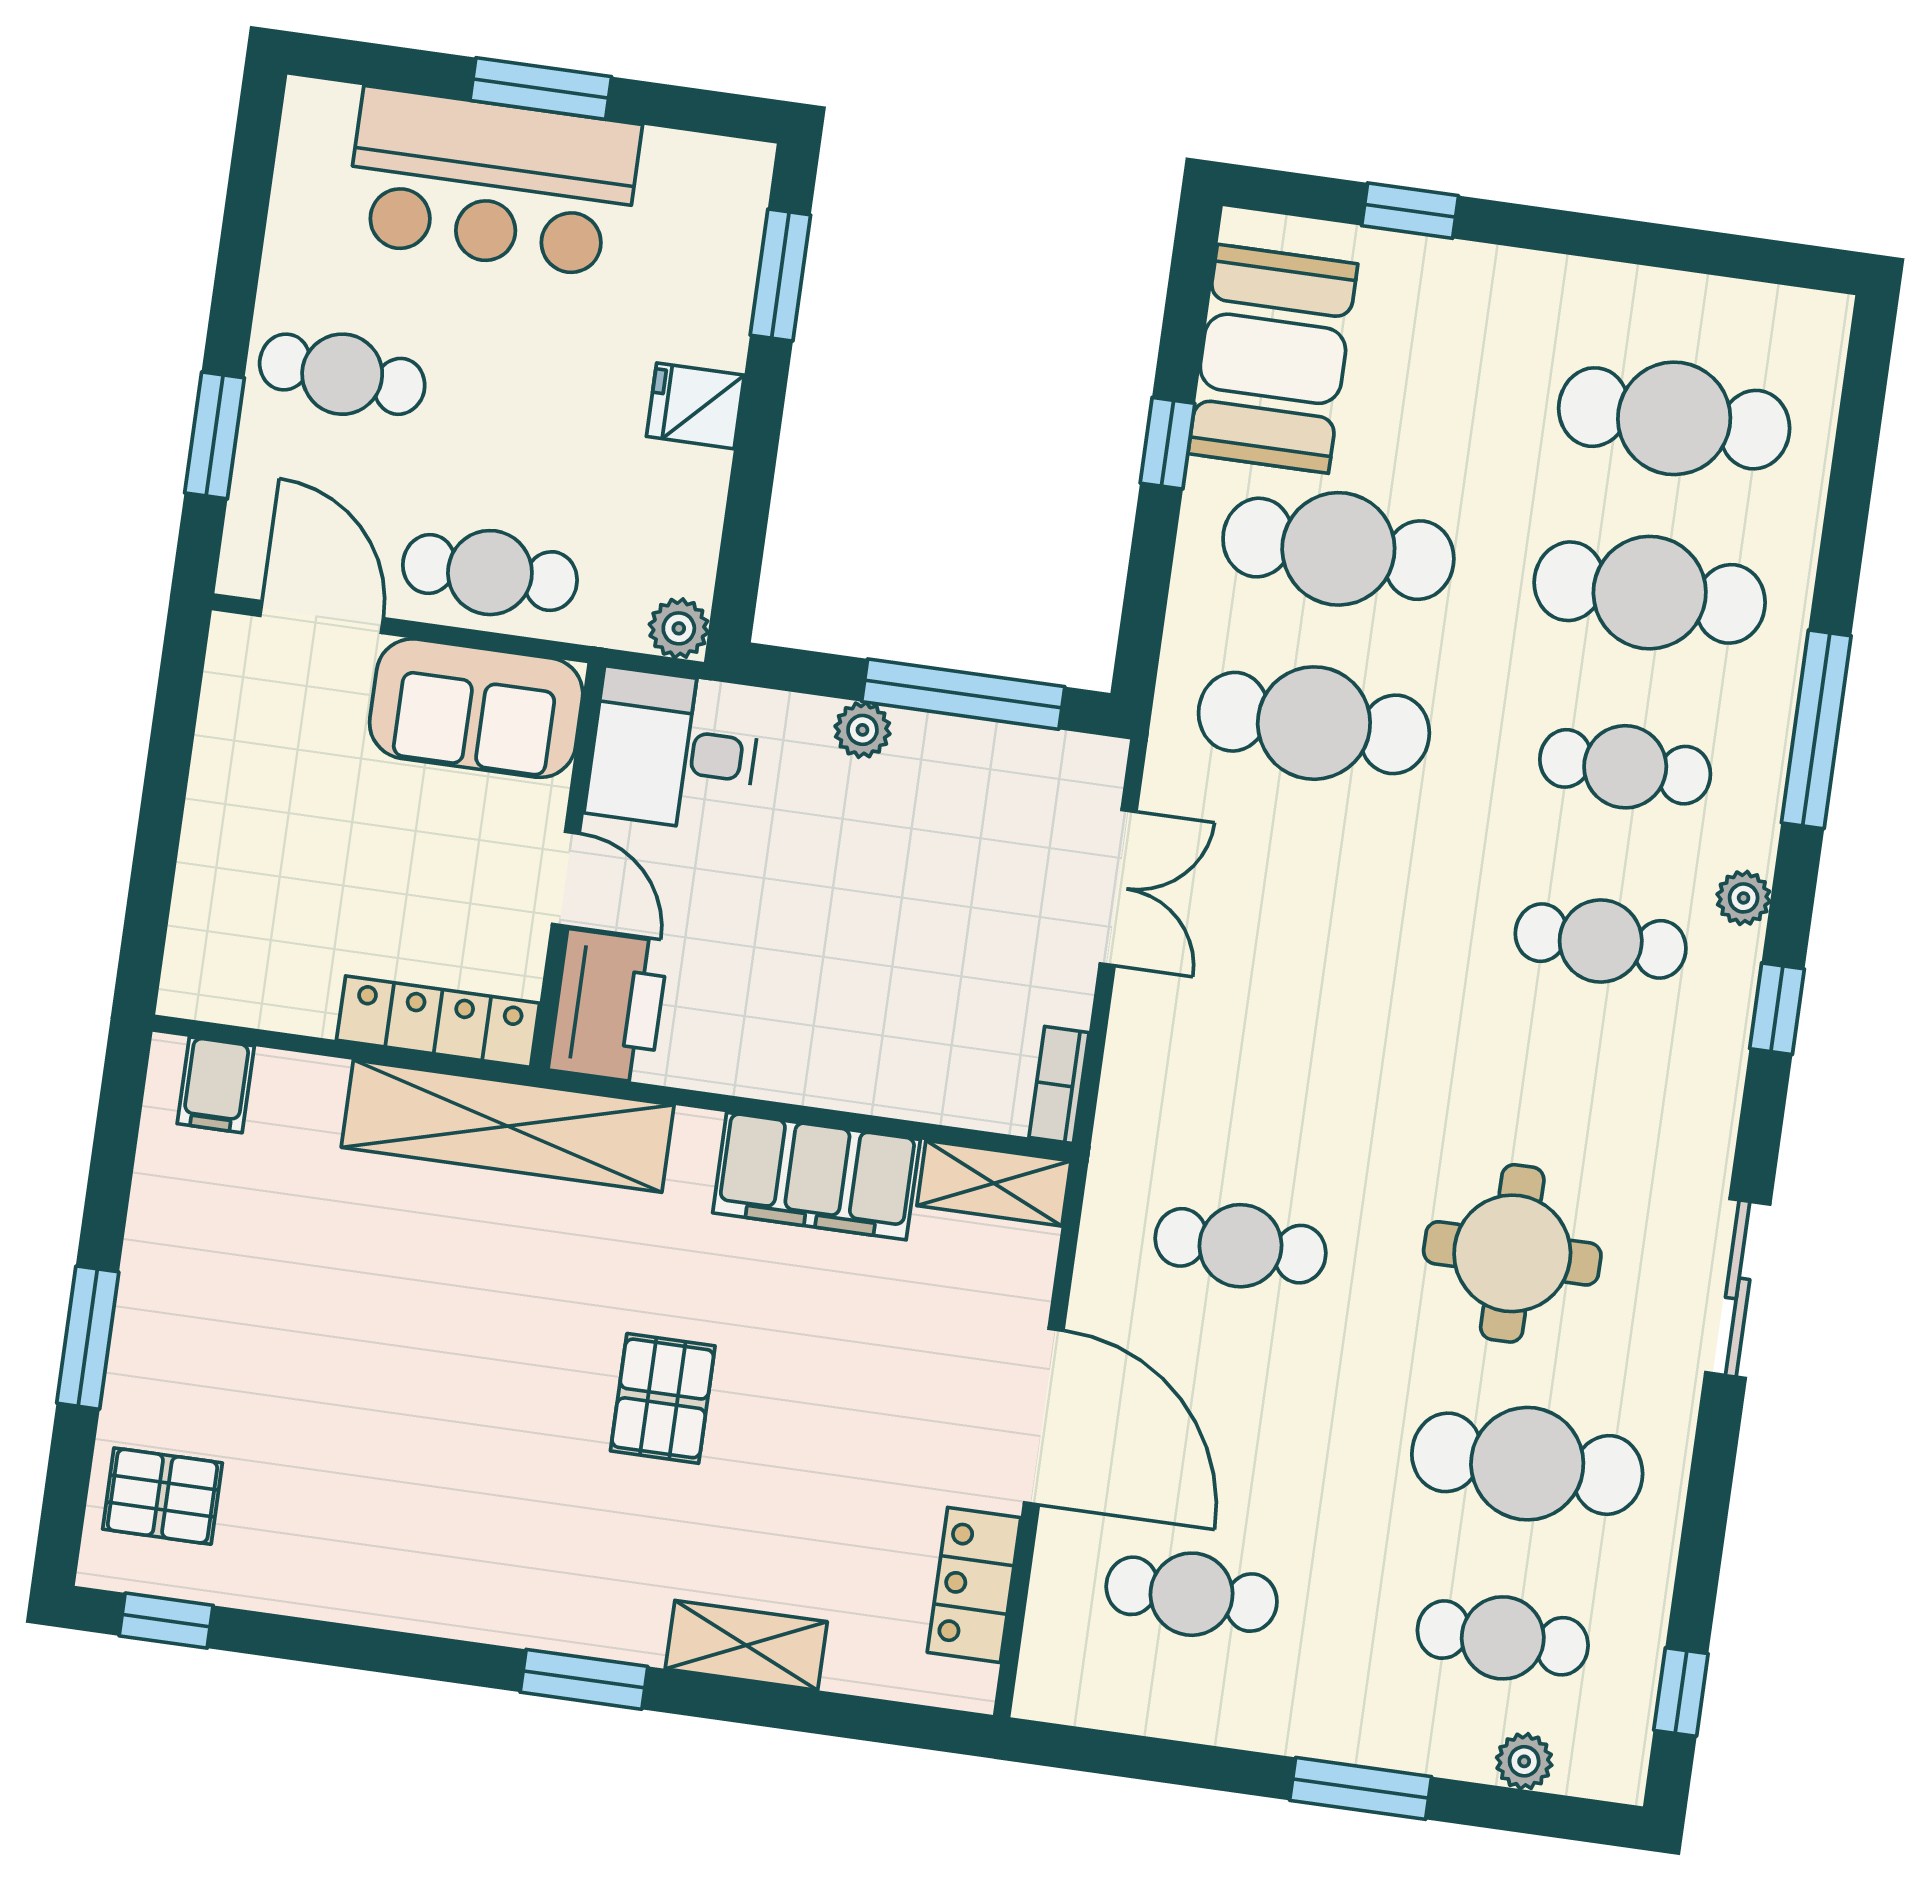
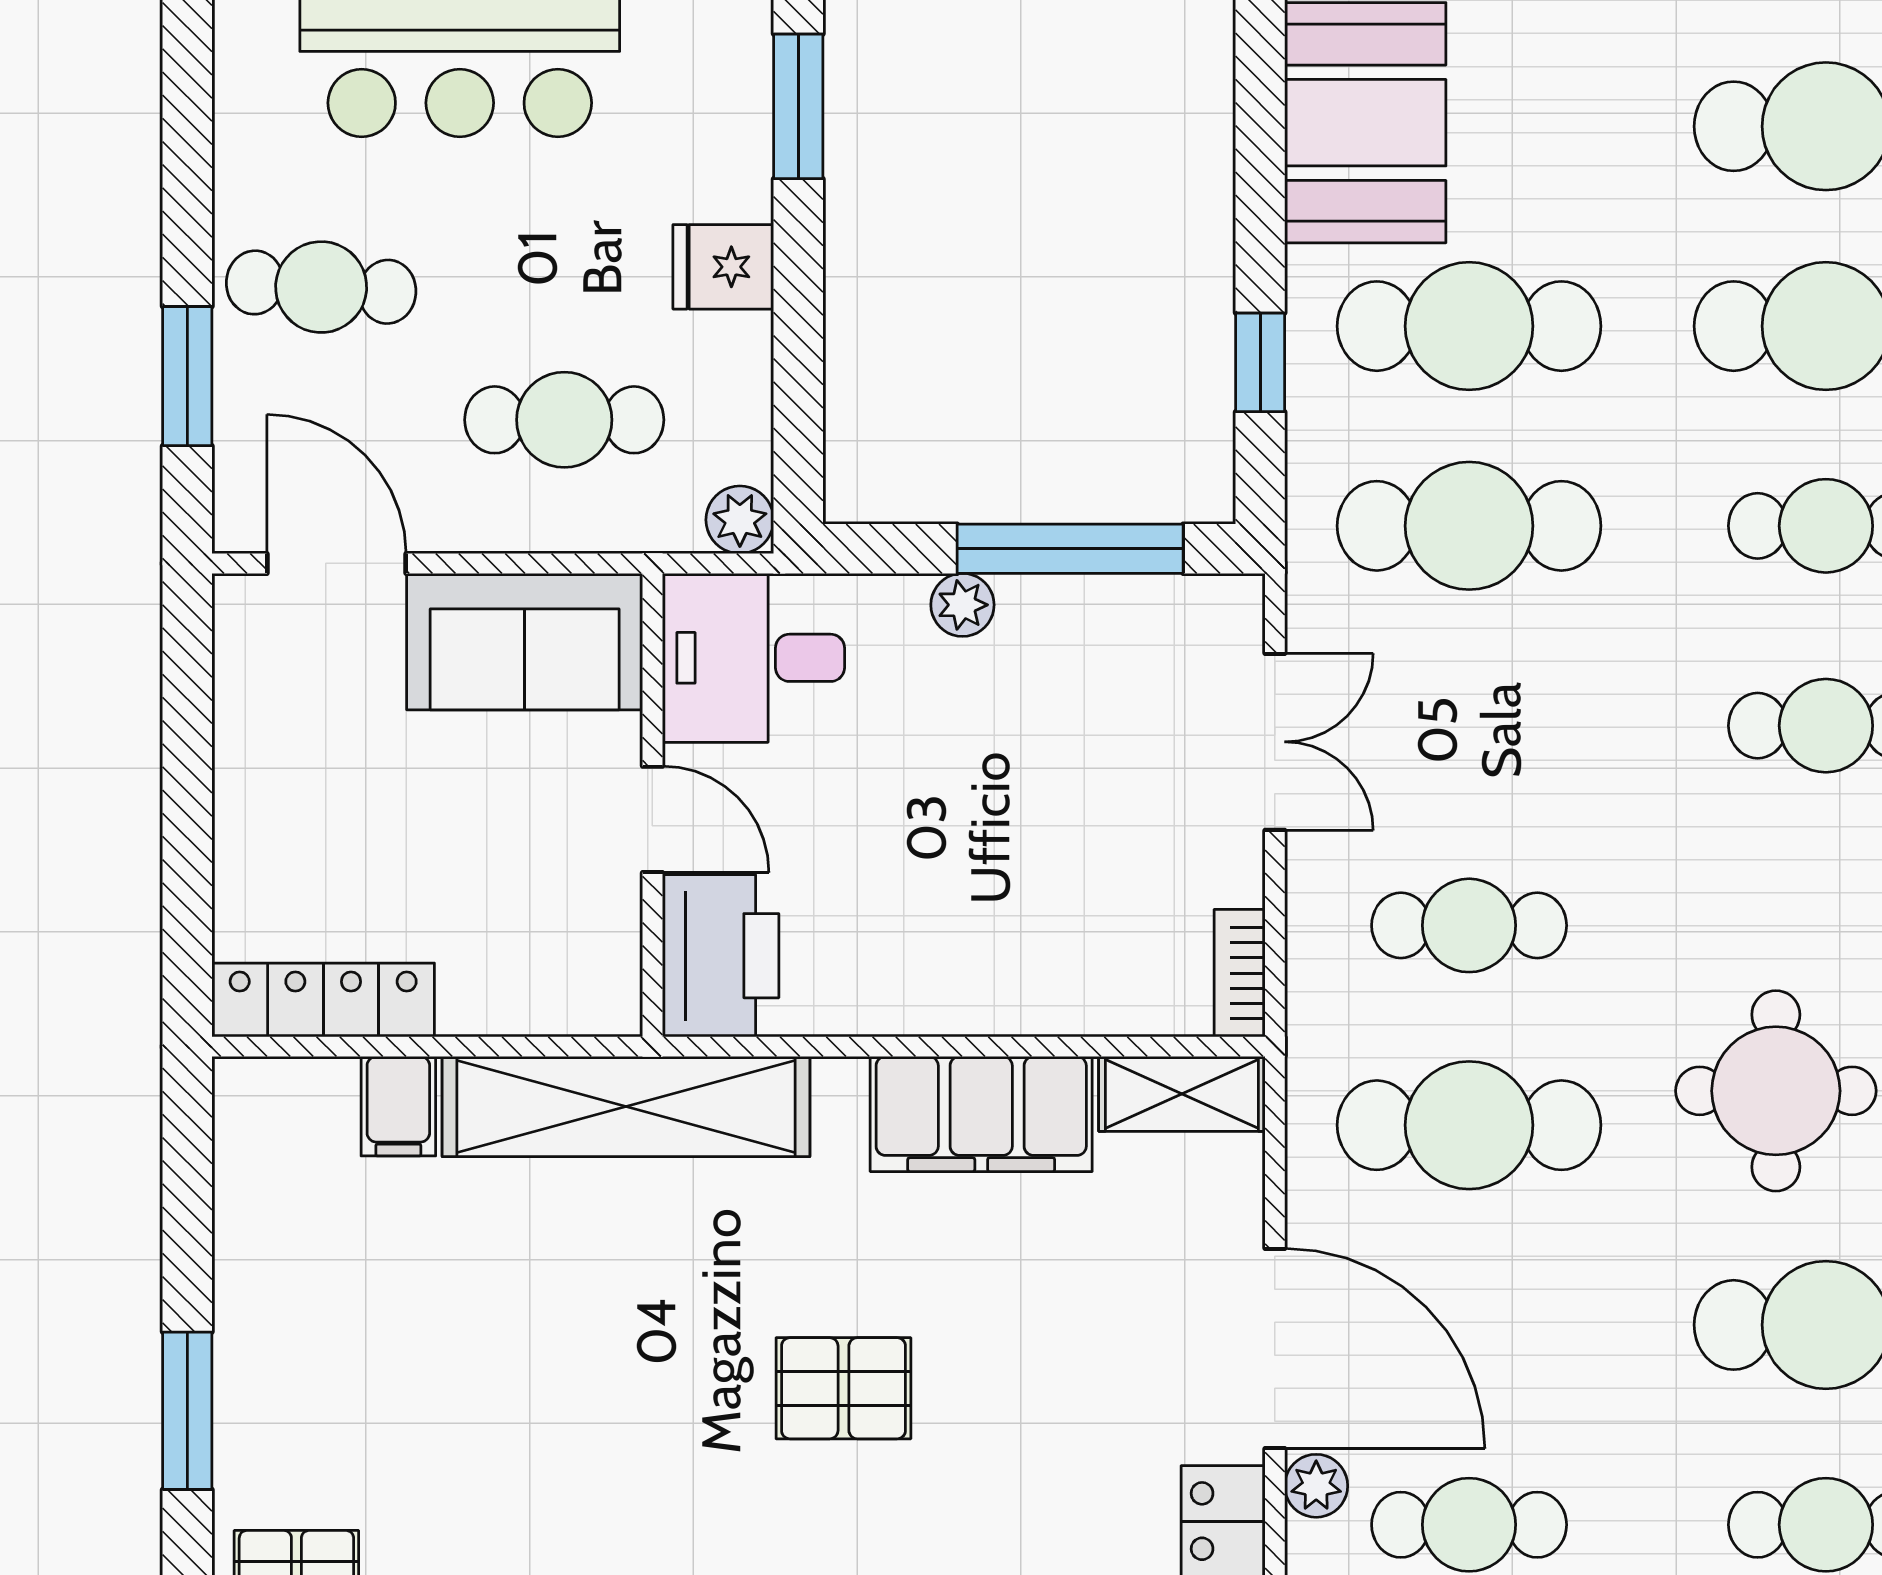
window: (1167, 443) -> (1260, 362), moved
cafe table: (490, 573) -> (564, 420), moved
locker: (438, 1022) -> (323, 1000), moved
cafe table: (1265, 1071) -> (1469, 925), added
filing cabinet: (216, 1085) -> (398, 1106), moved
cafe table: (1241, 1246) -> (1469, 1125), width x1.37, depth x1.35
pallet: (663, 1398) -> (843, 1388), turned 90
plant: (1063, 1541) -> (1316, 1486), added

